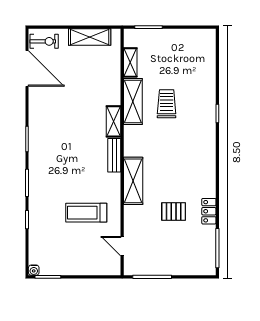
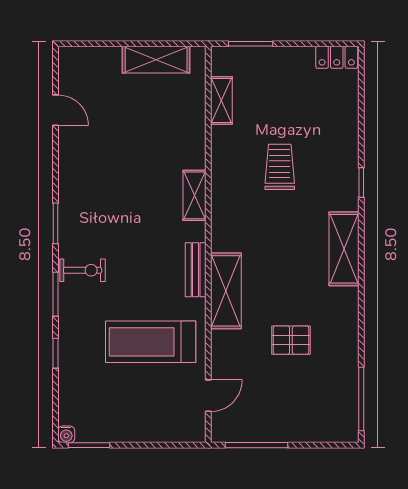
exercise bike: (44, 41) -> (83, 270), moved
door: (27, 68) -> (55, 110), width x0.53
shelving: (133, 101) -> (344, 249), moved
bench: (114, 155) -> (196, 270), moved
locker: (209, 211) -> (337, 57), moved, turned -90
treadmill: (86, 213) -> (151, 342), width x1.37, depth x1.38
door: (122, 246) -> (208, 396), swing flipped

